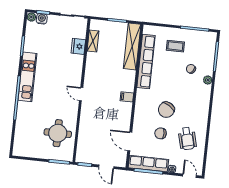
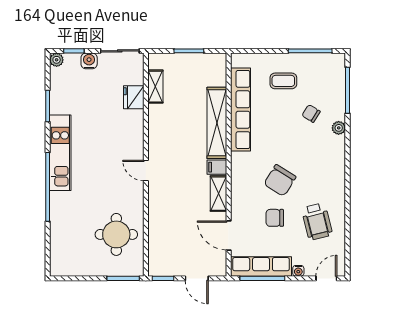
water cooler: (42, 19) -> (89, 61), moved
shelving: (132, 46) -> (217, 123), moved
shelving: (126, 114) -> (218, 194), added
door: (190, 176) -> (326, 278), hinge flipped

